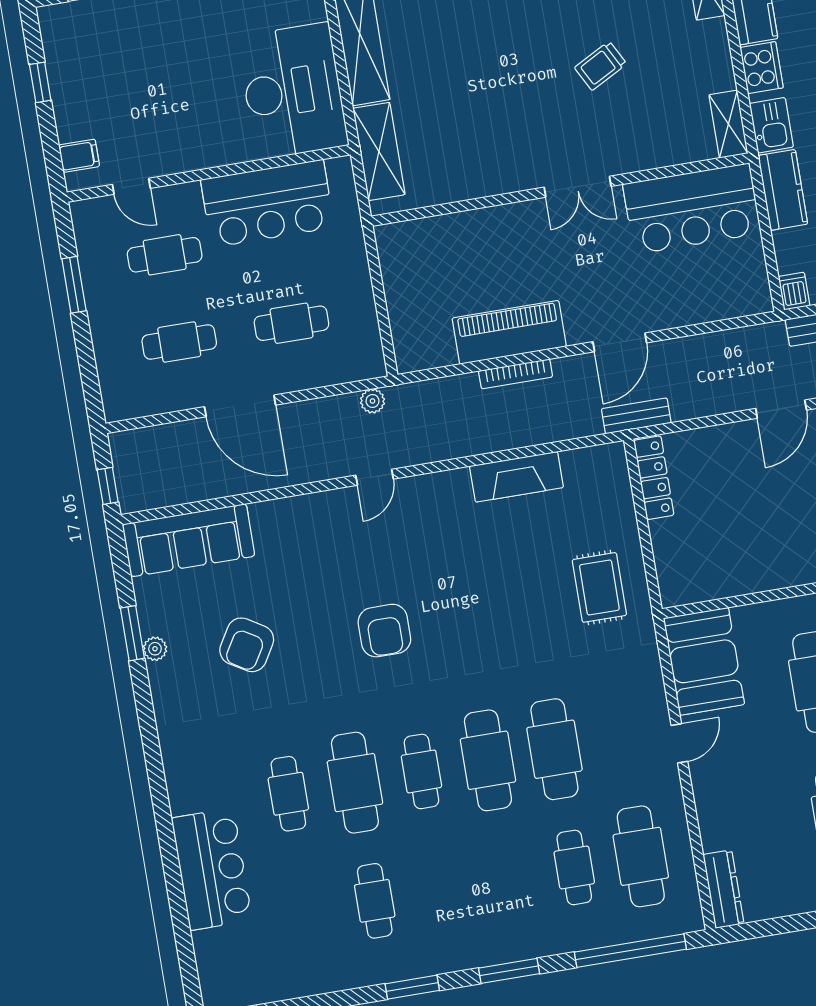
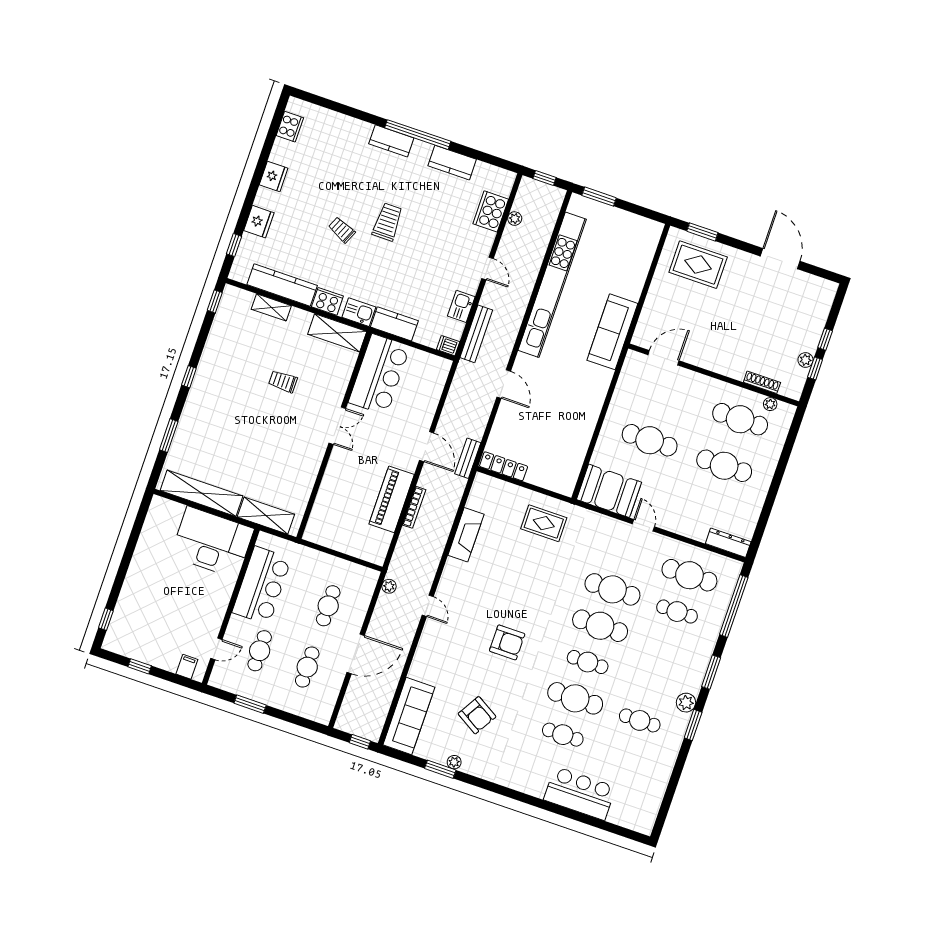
trolley: (601, 66) -> (283, 381), turned 118
shelving: (728, 124) -> (337, 333), width x1.50, depth x1.33
plant: (441, 957) -> (686, 703), added

